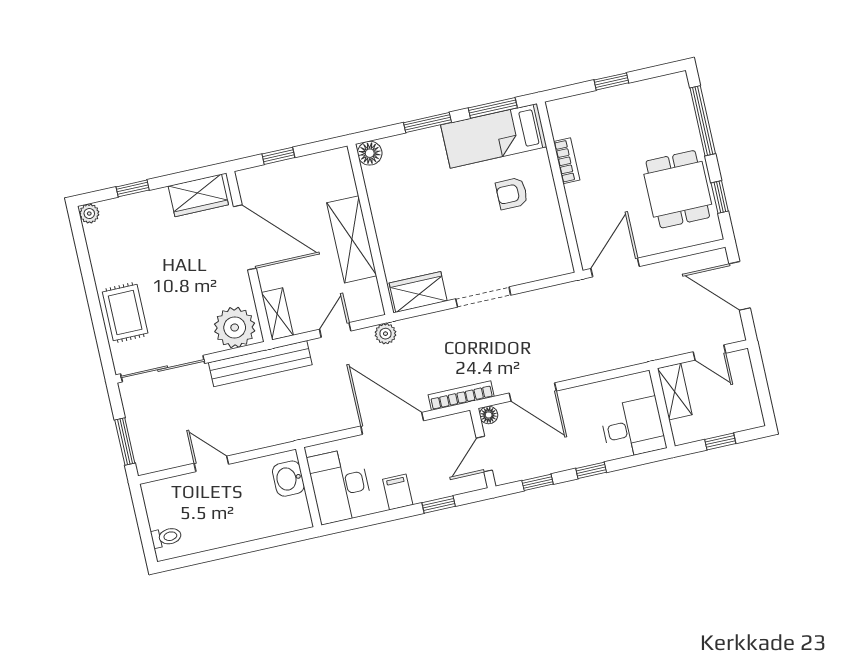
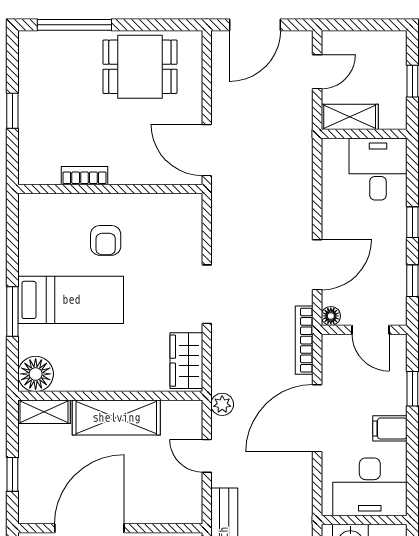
window: (493, 108) -> (12, 240), removed
bed: (494, 136) -> (71, 300), moved, turned -90
floor lamp: (370, 153) -> (36, 374), width x1.38, depth x1.38
window: (720, 197) -> (158, 25), removed
shelving: (277, 314) -> (44, 412), moved

